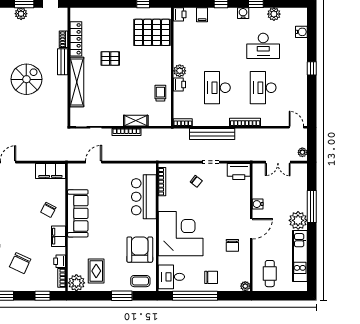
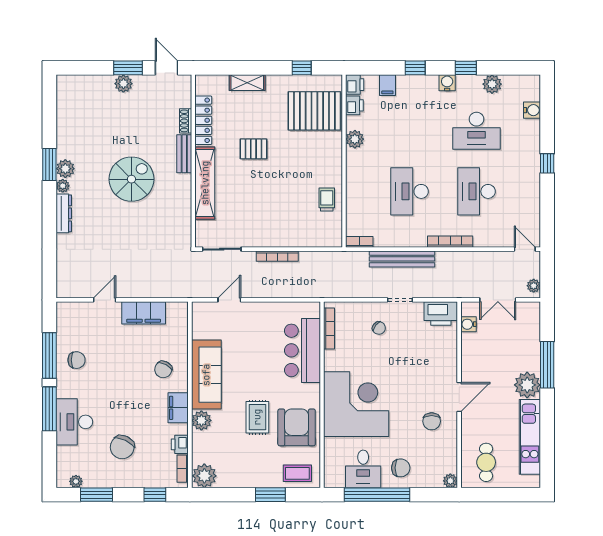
plant: (180, 71) -> (355, 139), moved
printer: (179, 84) -> (354, 105), moved
shelving: (136, 121) -> (247, 83), moved
filing cabinet: (50, 171) -> (144, 313), moved
water cooler: (258, 204) -> (468, 324), moved
plant: (75, 245) -> (201, 420), added
rug: (96, 271) -> (257, 417), moved
desk: (171, 277) -> (363, 469), moved, turned -90

